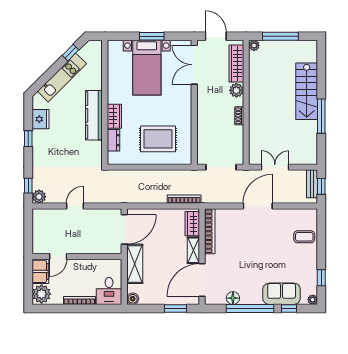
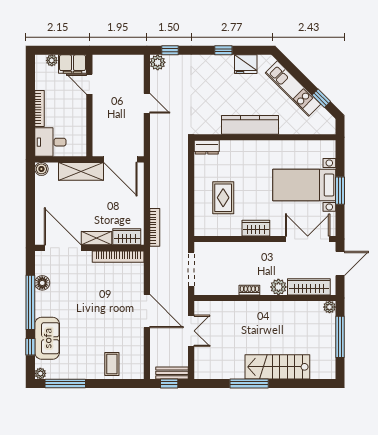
wardrobe: (114, 116) -> (256, 228), moved, turned 180
rug: (158, 139) -> (223, 198), width x0.73, depth x0.70
dresser: (114, 140) -> (207, 147), moved
window: (321, 278) -> (65, 383), width x2.17
plant: (42, 294) -> (52, 60), width x0.53, depth x0.53
window: (175, 308) -> (30, 218), removed

